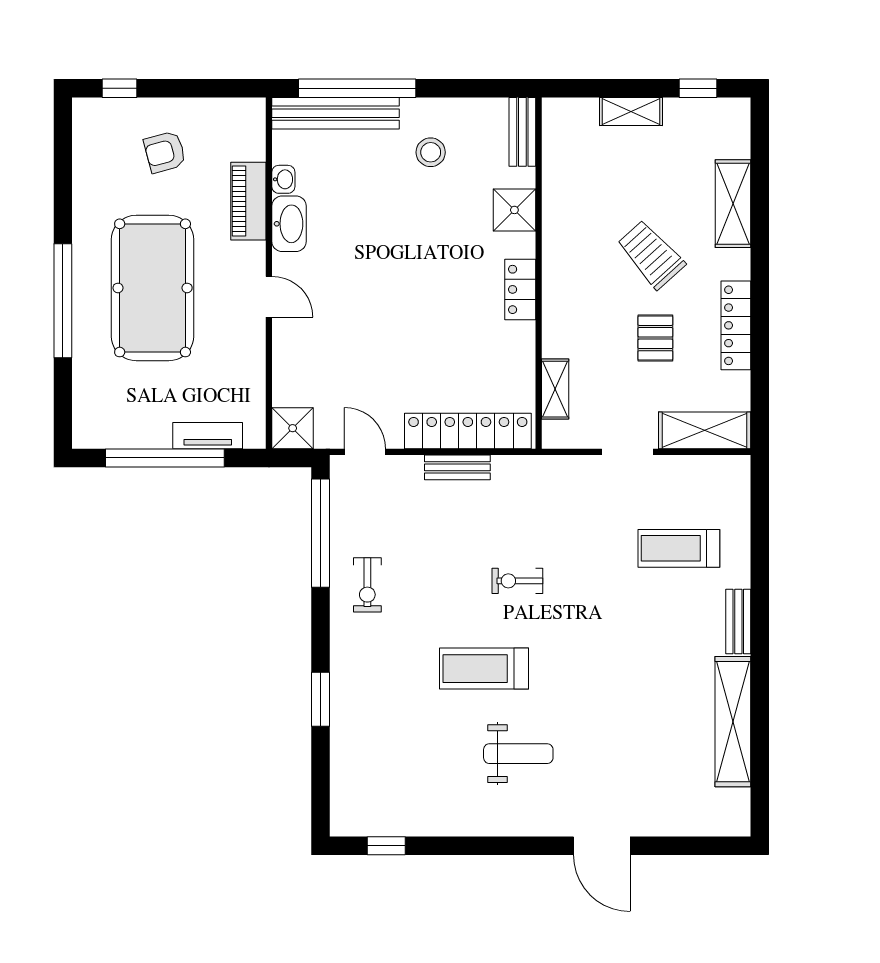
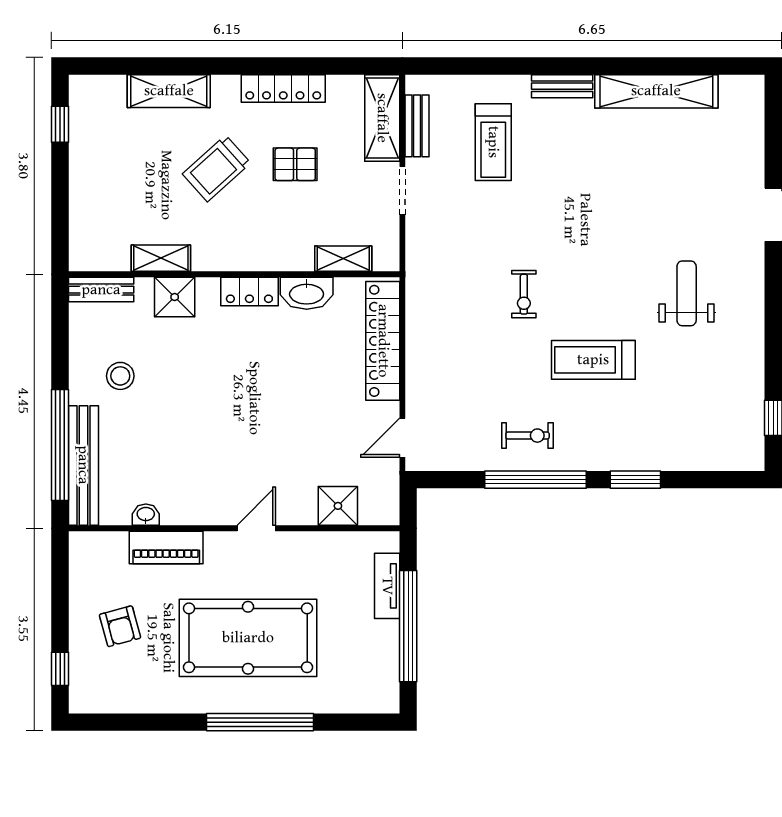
shelving: (631, 111) -> (161, 258), moved, turned 90
washbasin: (289, 224) -> (307, 293), moved, turned 180
shower: (293, 428) -> (338, 506), moved
bench: (457, 467) -> (417, 126), moved
window: (320, 533) -> (535, 480), moved
treadmill: (484, 669) -> (593, 360), moved, turned 90

